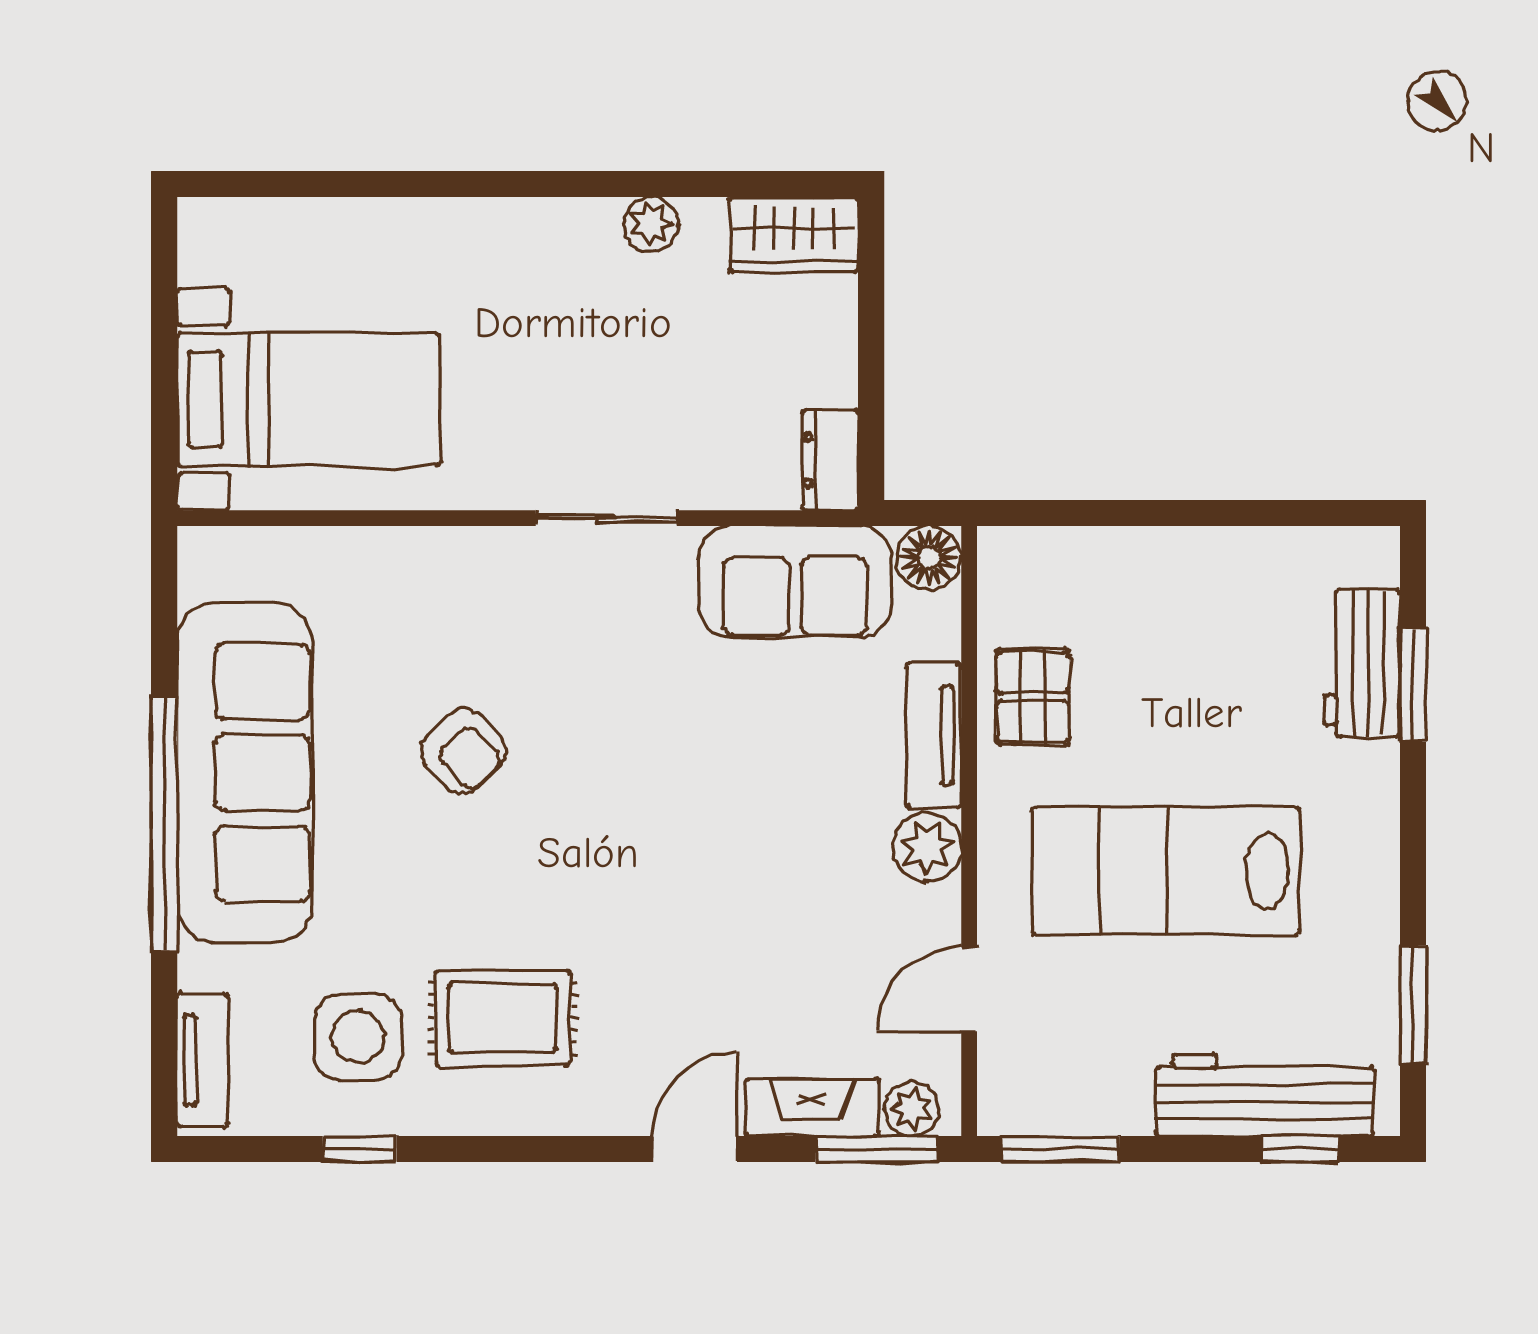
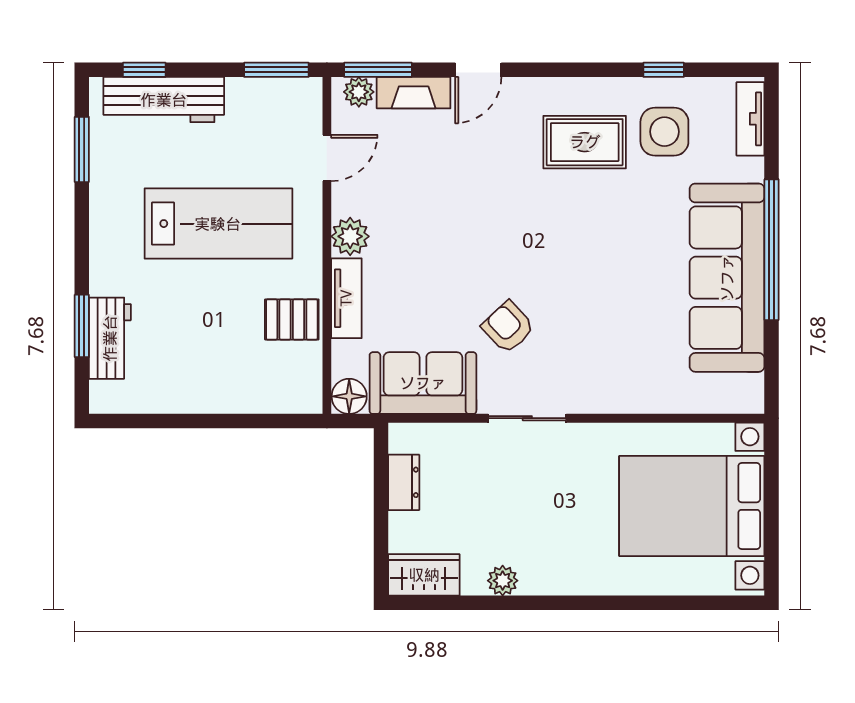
bed with nightstands: (309, 399) -> (692, 506), width x1.36
dresser: (830, 460) -> (404, 482), moved
pallet: (1033, 697) -> (292, 319), turned 90
armchair: (464, 751) -> (508, 327), moved

